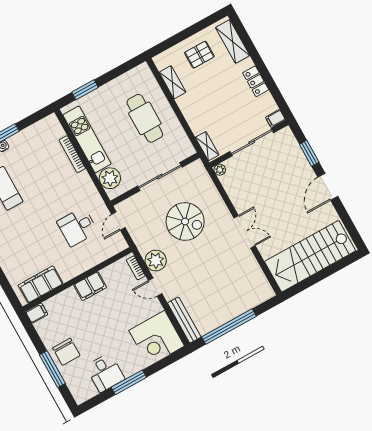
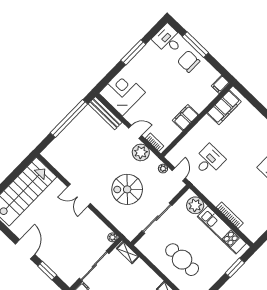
plant: (135, 233) -> (163, 169), added
desk: (105, 373) -> (168, 40), moved

